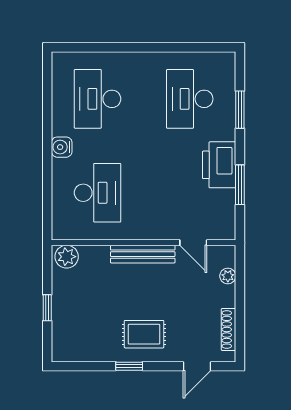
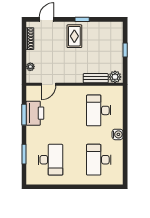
desk: (97, 99) -> (99, 160), turned 180
printer: (219, 165) -> (35, 113), moved
door: (193, 243) -> (49, 84), swing flipped
bench: (143, 254) -> (96, 78), moved, width x0.73
rug: (144, 334) -> (74, 36), turned 90

